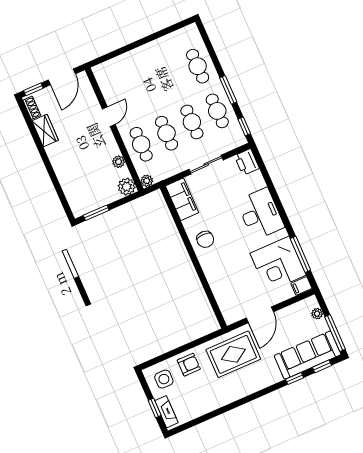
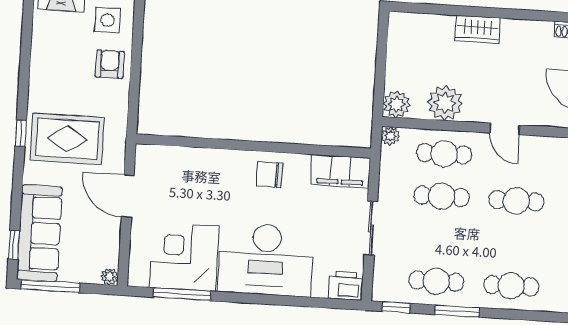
cafe table: (192, 122) -> (516, 201), moved
wardrobe: (45, 131) -> (478, 29), moved
plant: (119, 162) -> (445, 103), width x1.87, depth x1.87
window: (96, 213) -> (382, 44), removed
desk: (260, 214) -> (266, 260), width x1.36, depth x1.30
filing cabinet: (301, 286) -> (138, 273), removed
plant: (317, 314) -> (110, 276), moved
rug: (233, 354) -> (67, 139), moved, turned 90
armchair: (189, 365) -> (110, 64), turned 180
window: (295, 378) -> (21, 133), moved

